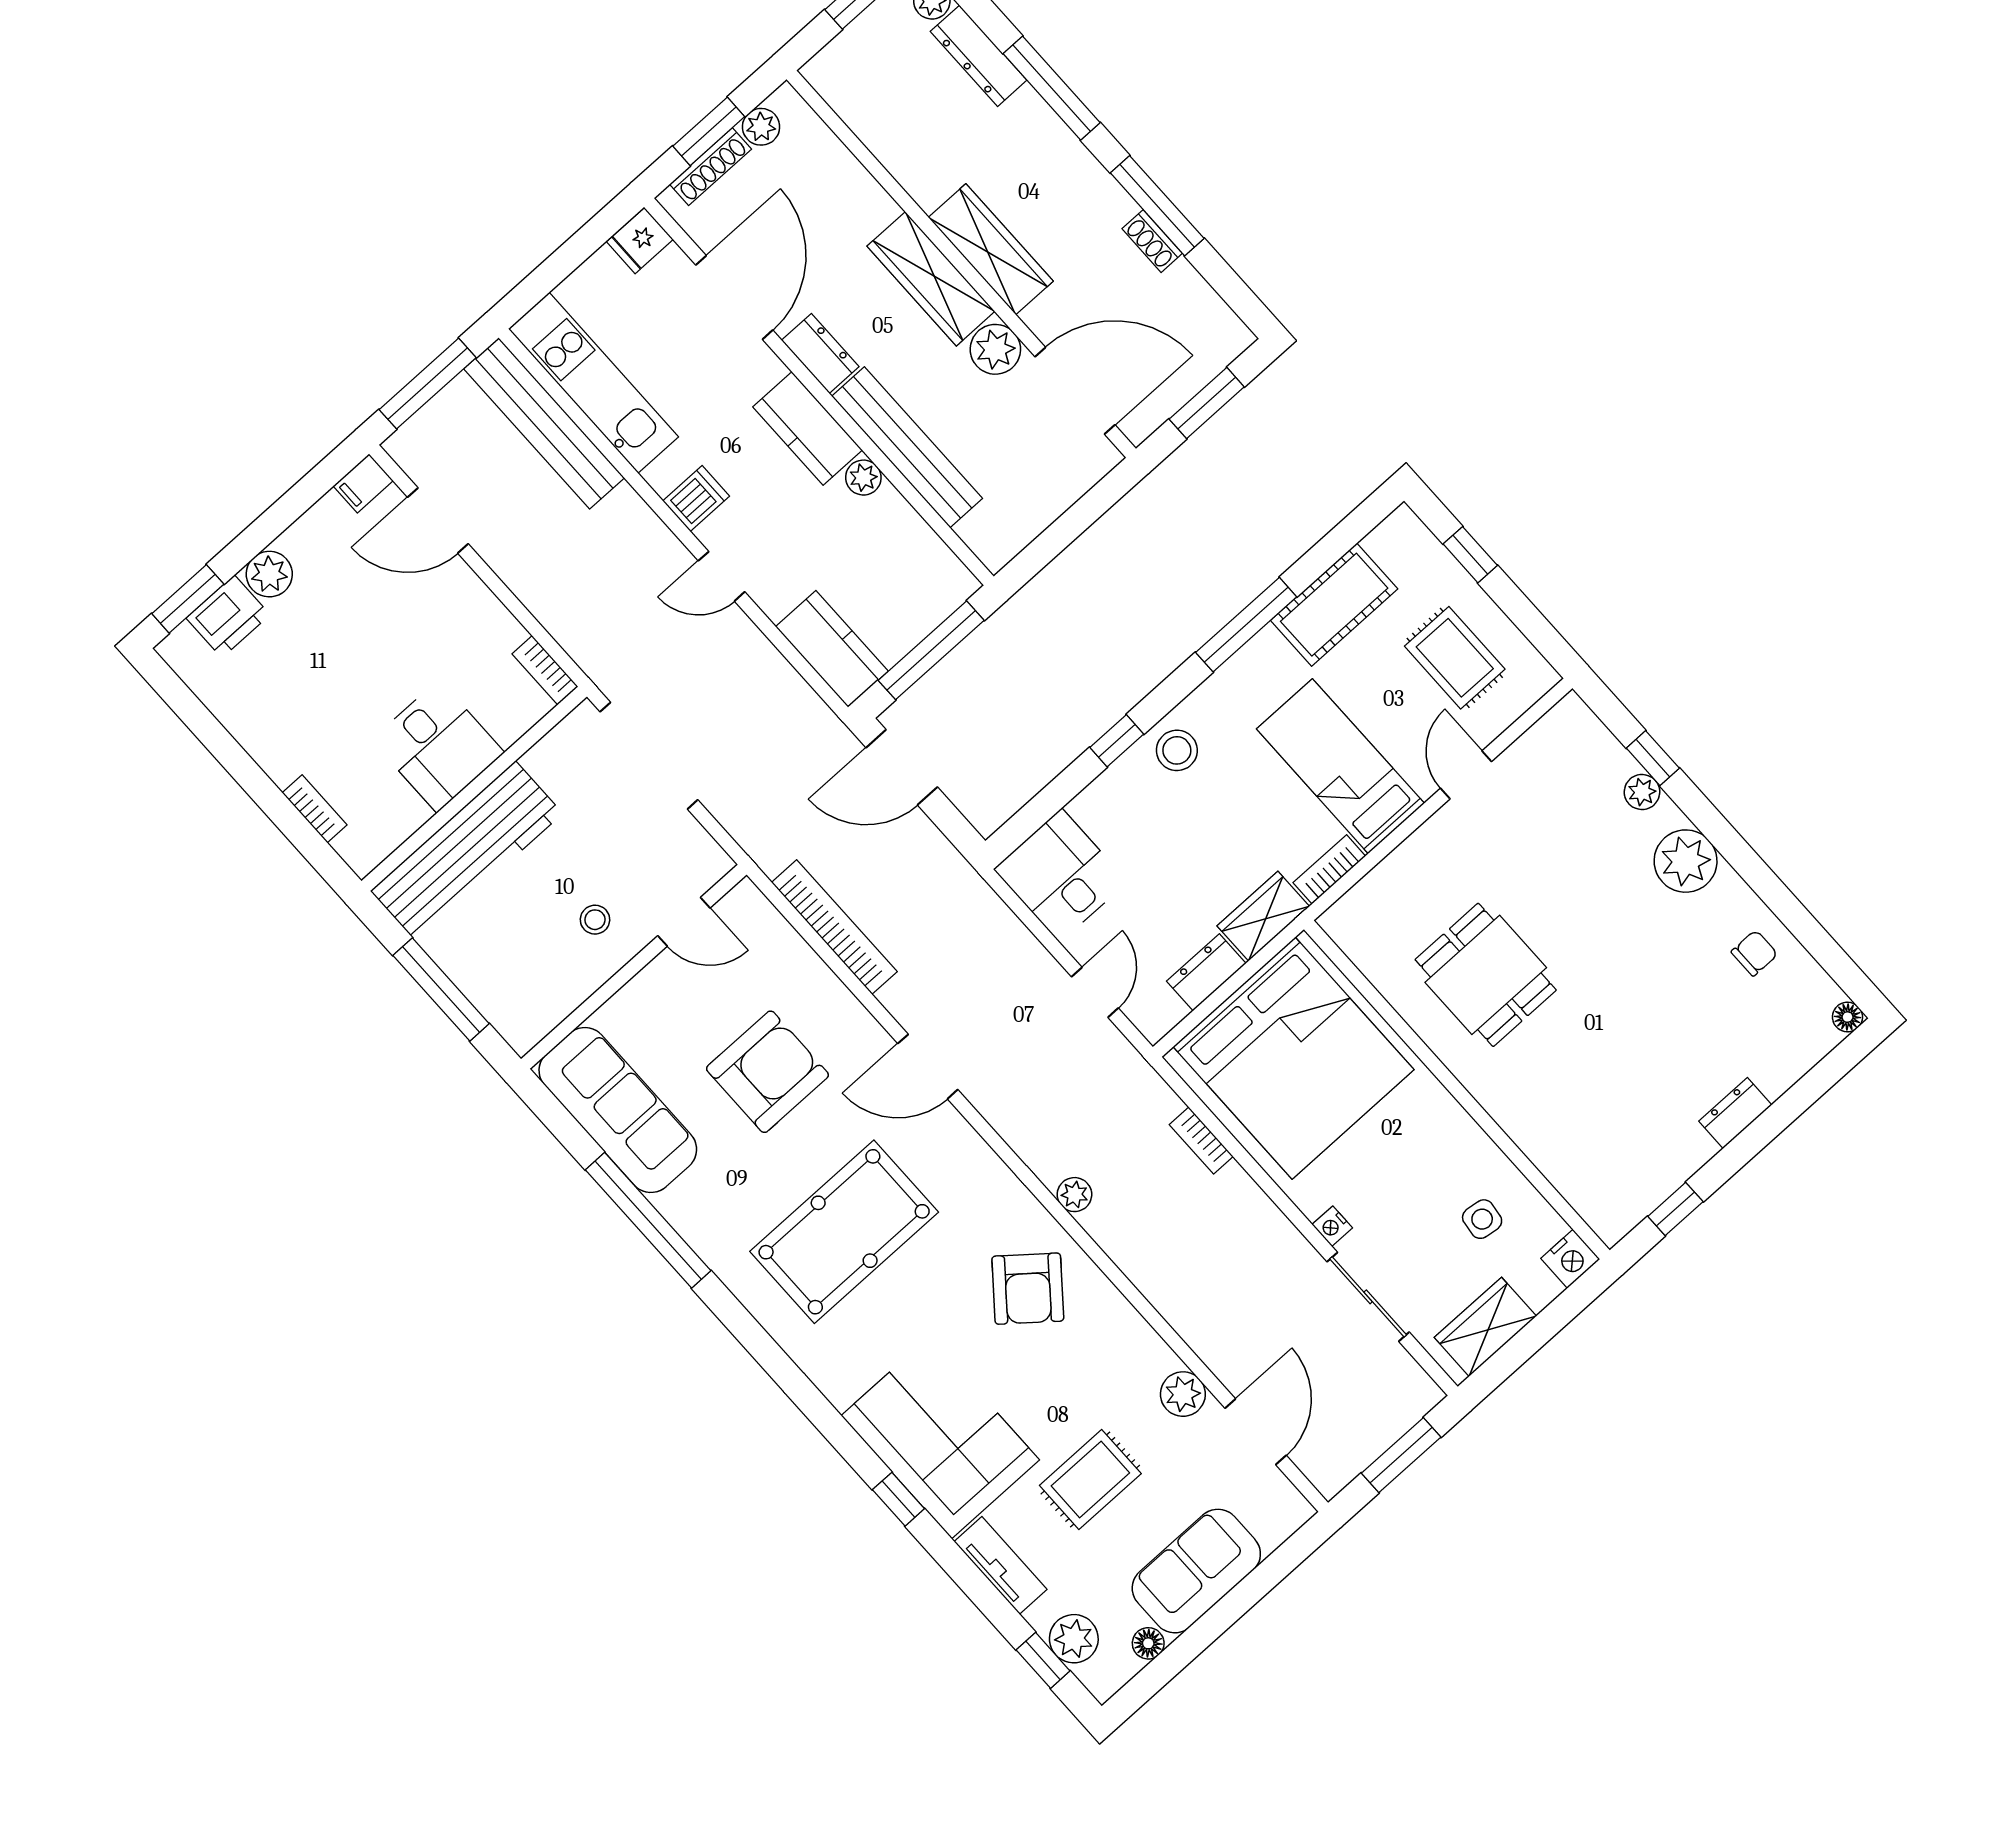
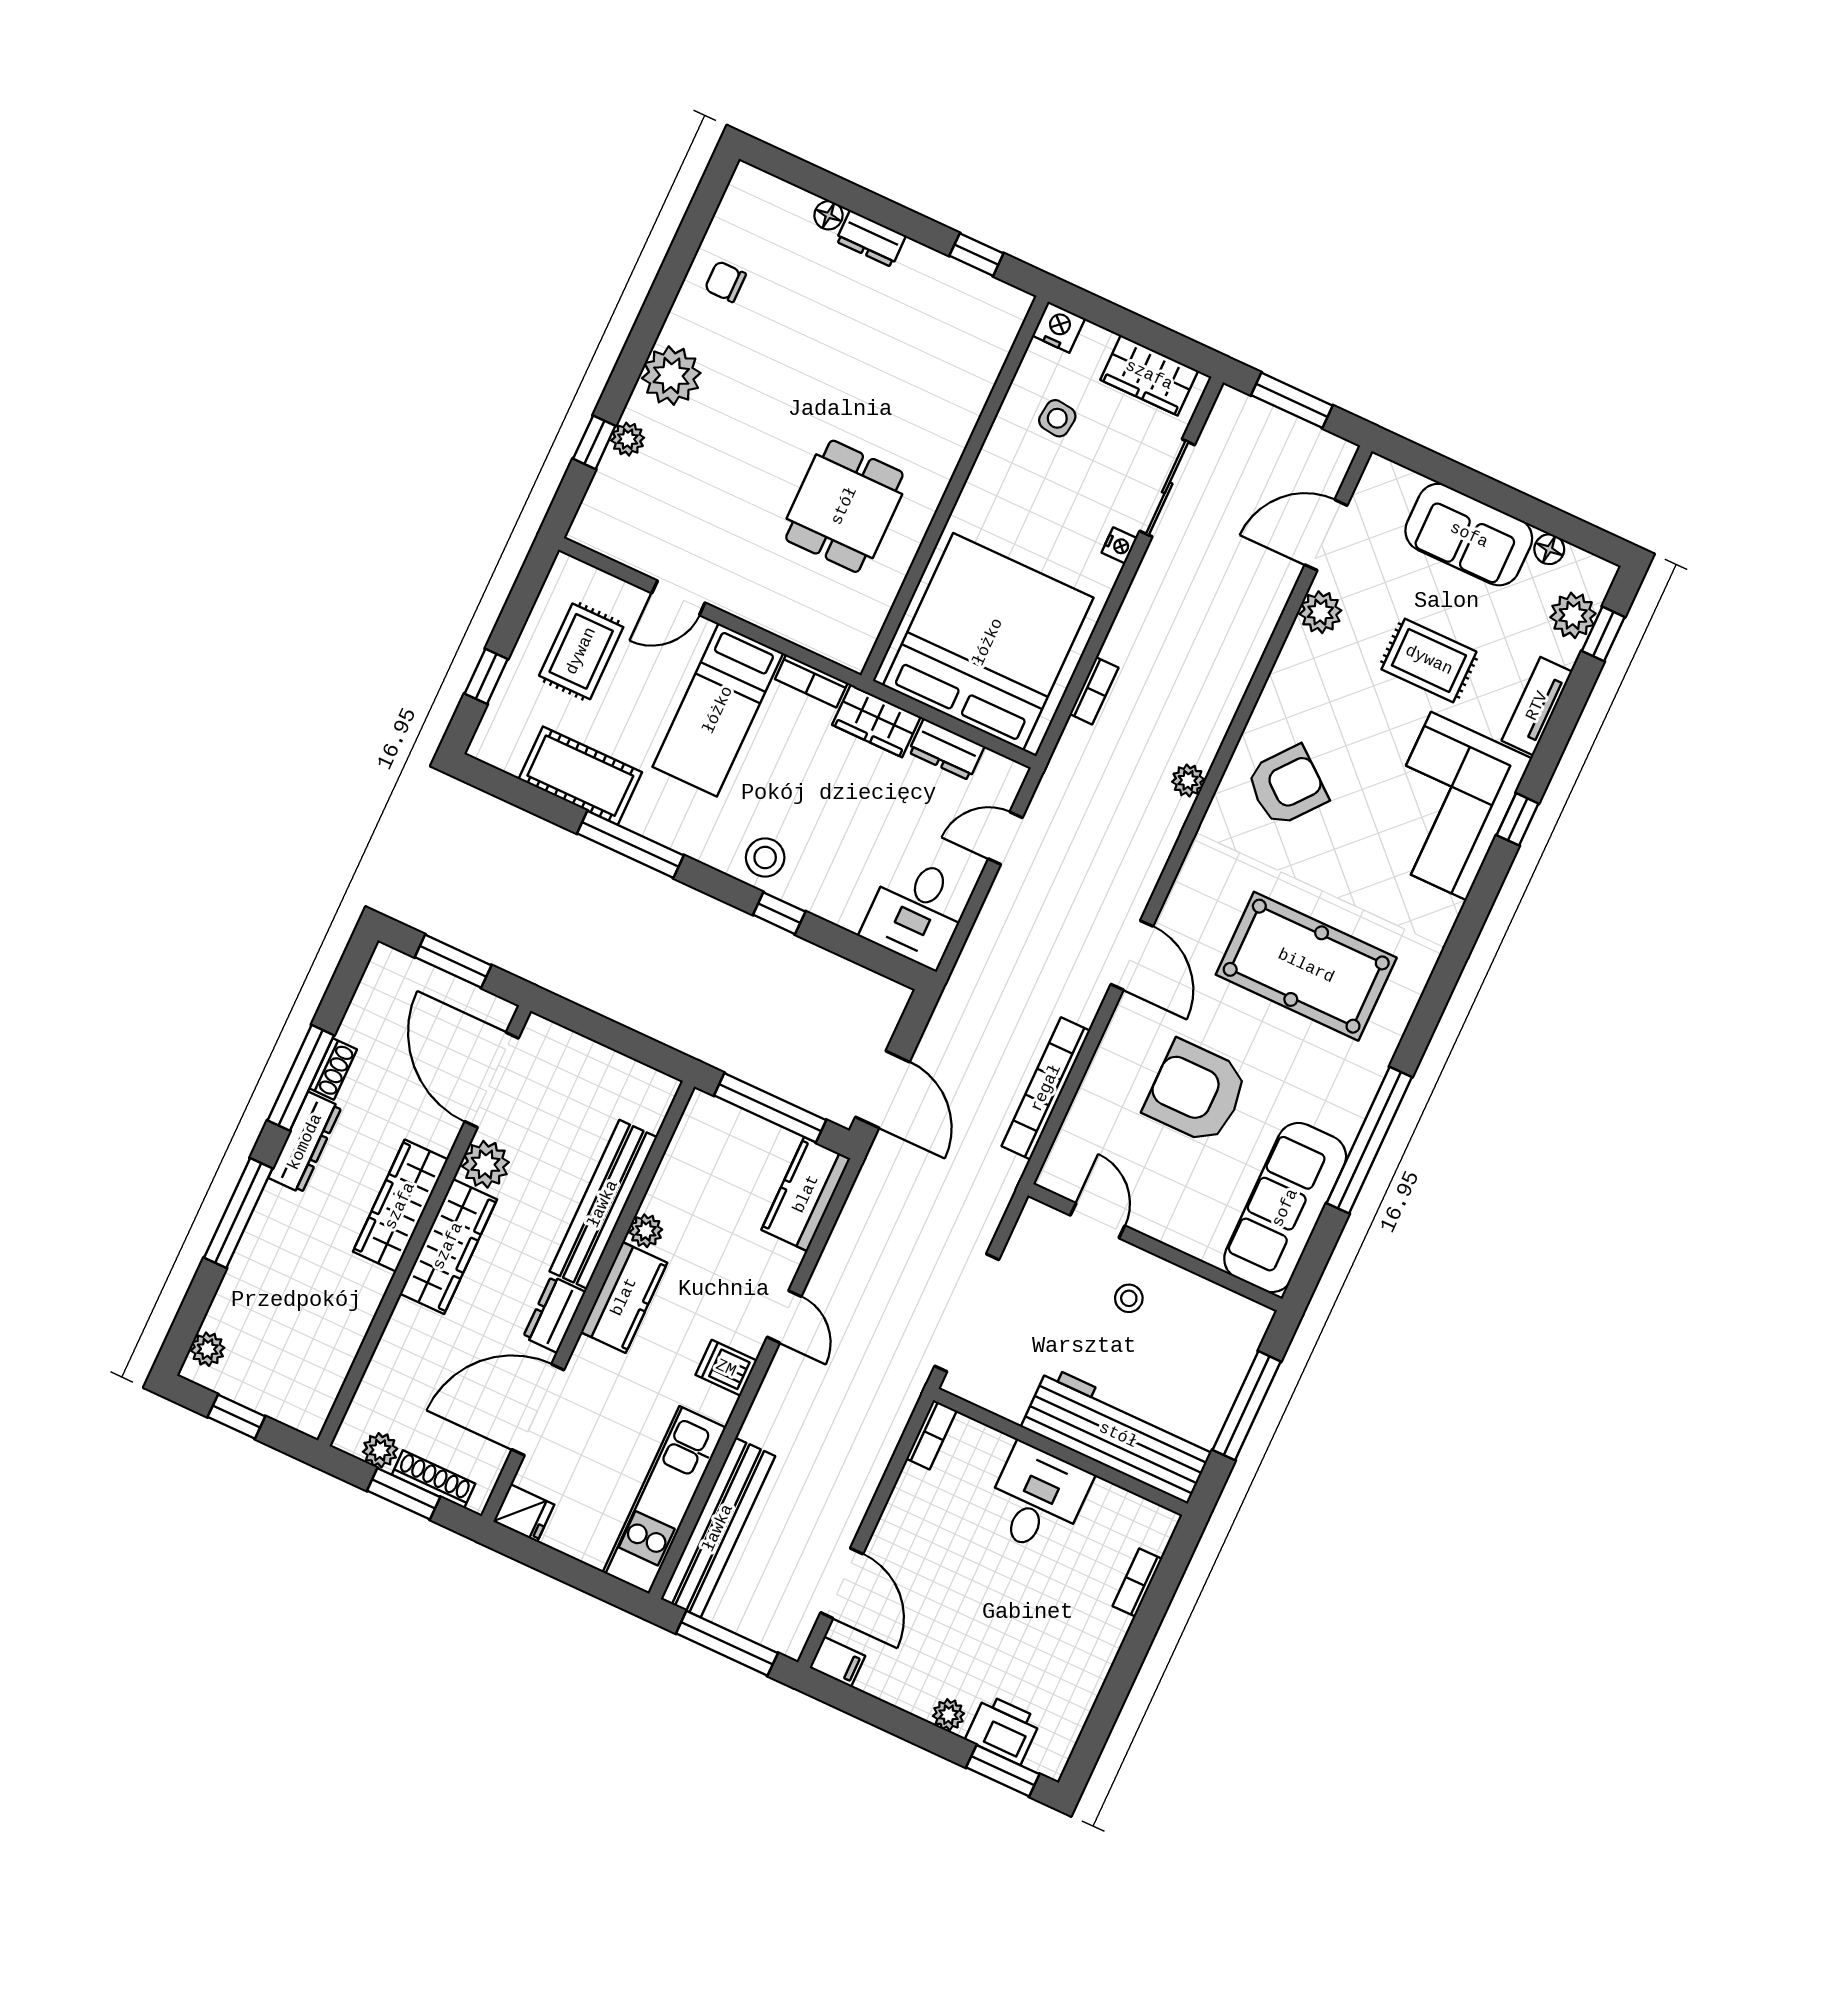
dresser: (979, 56) -> (305, 1142), moved
plant: (269, 574) -> (949, 1715), width x0.73, depth x0.73
floor lamp: (1848, 1017) -> (828, 215), moved

